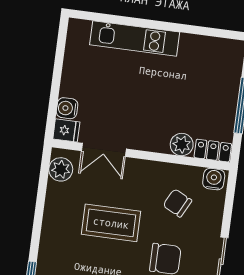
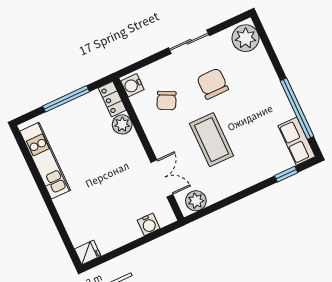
kitchen unit: (135, 38) -> (45, 161), moved
fridge: (66, 130) -> (88, 252), moved, turned 90

